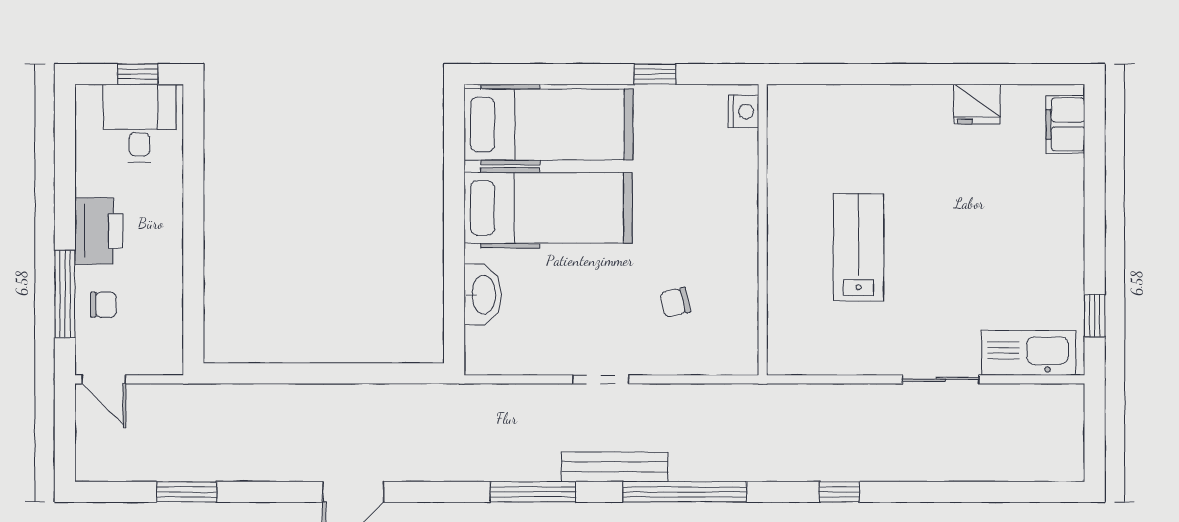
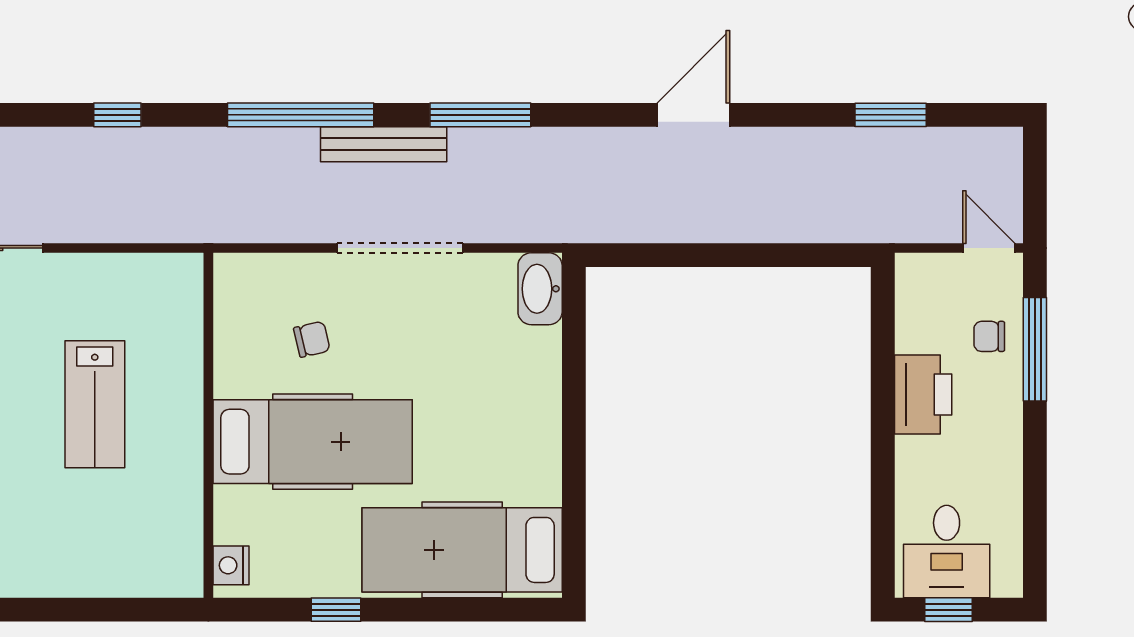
hospital bed: (548, 208) -> (313, 442), moved, turned 180
printer: (99, 231) -> (923, 395), moved, turned 180
washbasin: (483, 295) -> (540, 289), moved
doorway: (601, 379) -> (400, 248), width x1.88

